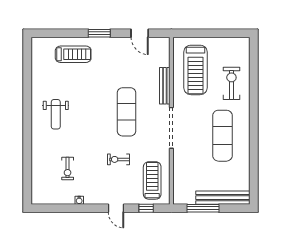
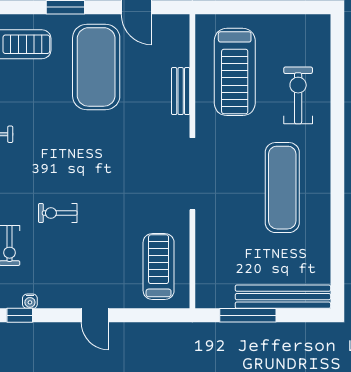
bench: (165, 86) -> (181, 91), width x0.73
exercise mat: (127, 112) -> (96, 67), moved, width x1.47
exercise bike: (119, 159) -> (58, 213), moved
window: (146, 208) -> (20, 315), moved

